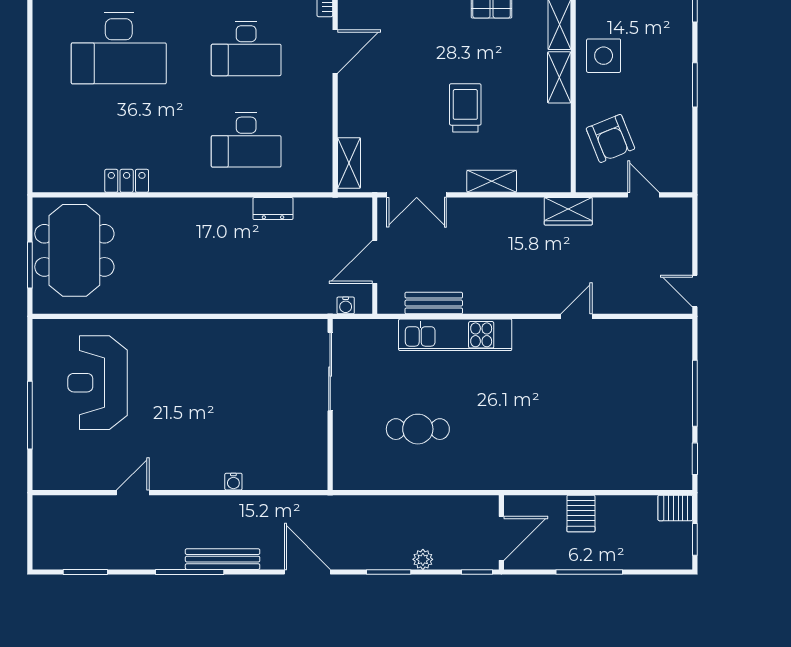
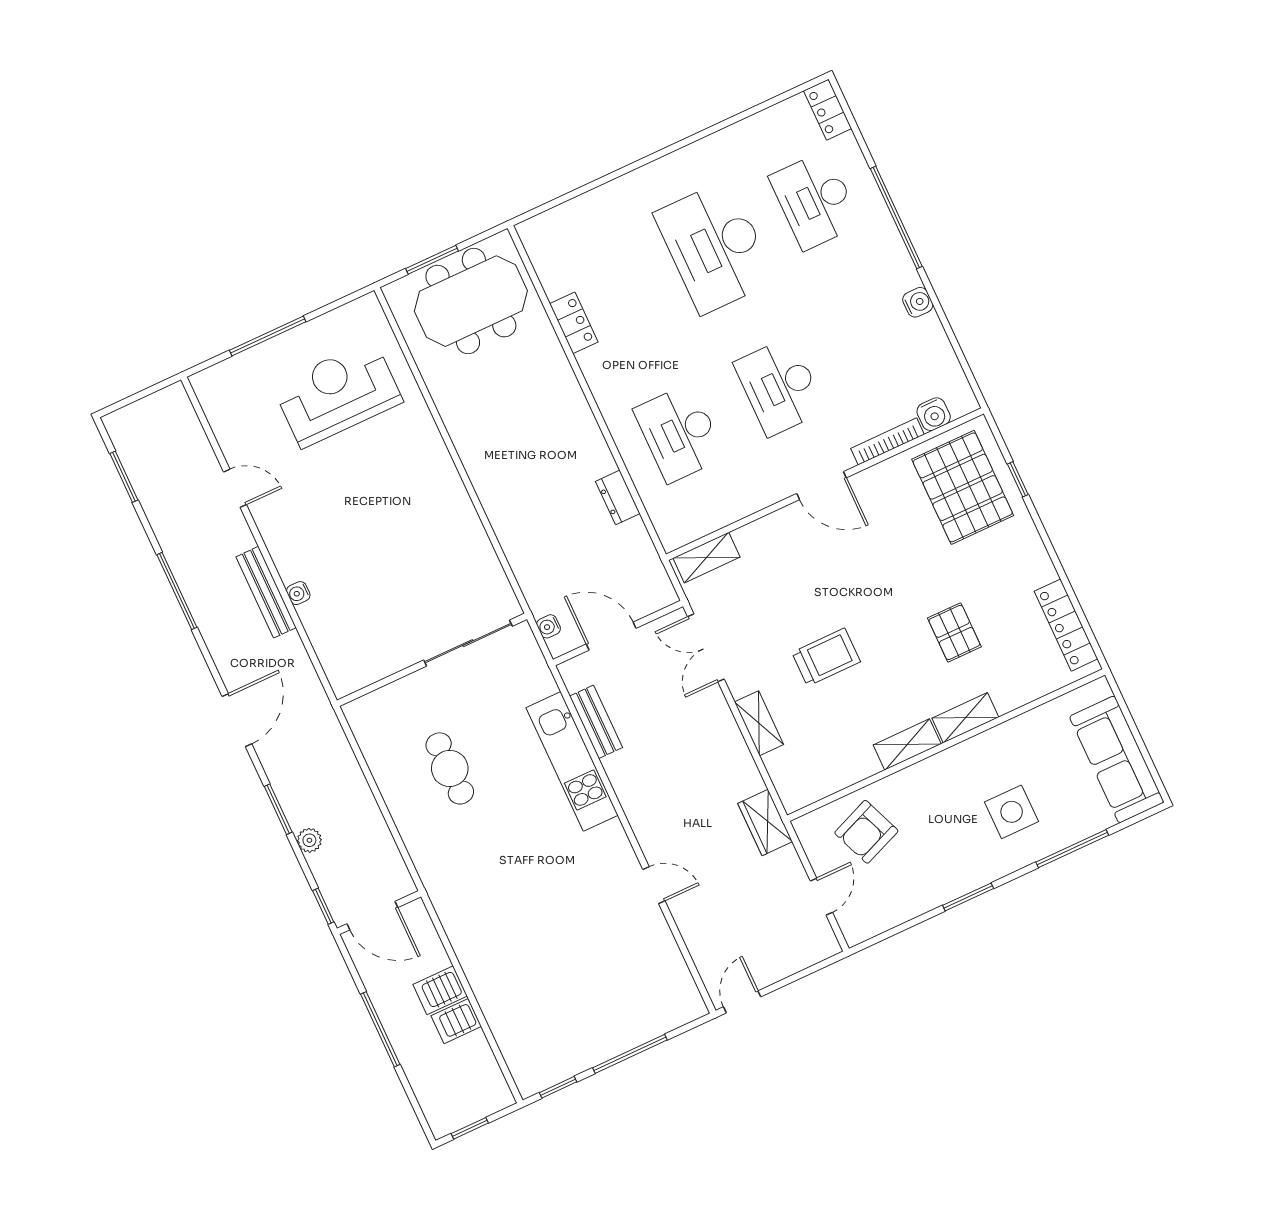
side table: (604, 56) -> (1012, 812), moved
server rack: (675, 508) -> (456, 1021), moved, turned -90
bench: (223, 559) -> (266, 592), moved

